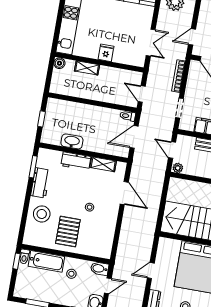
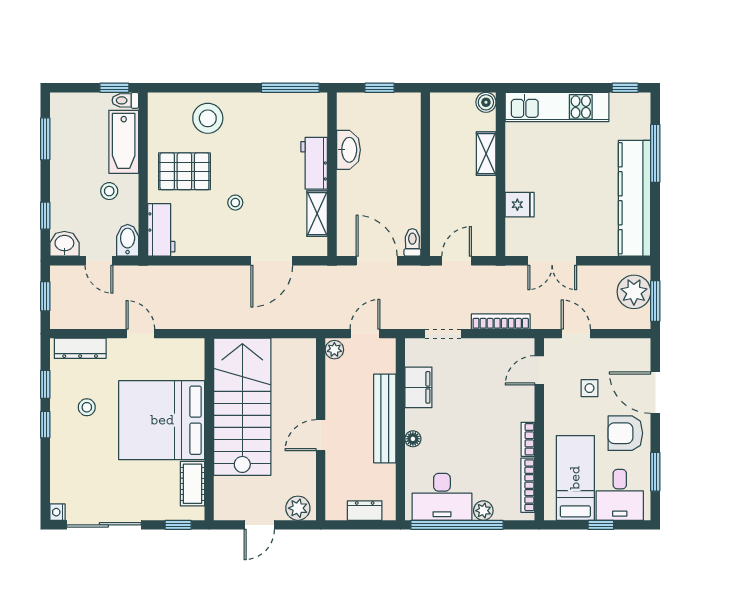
fridge: (106, 53) -> (520, 205), moved
window: (33, 167) -> (290, 88), width x1.44
workbench: (40, 183) -> (161, 230), moved, turned -90

